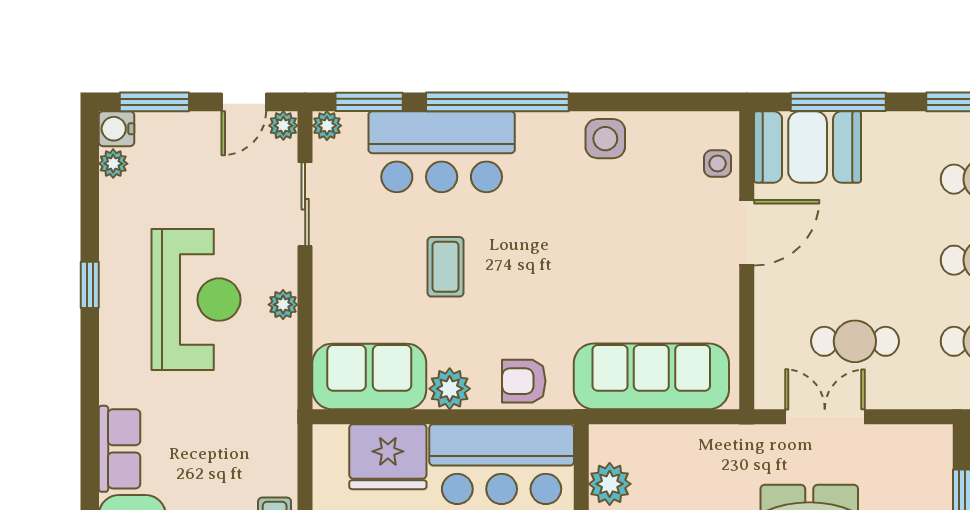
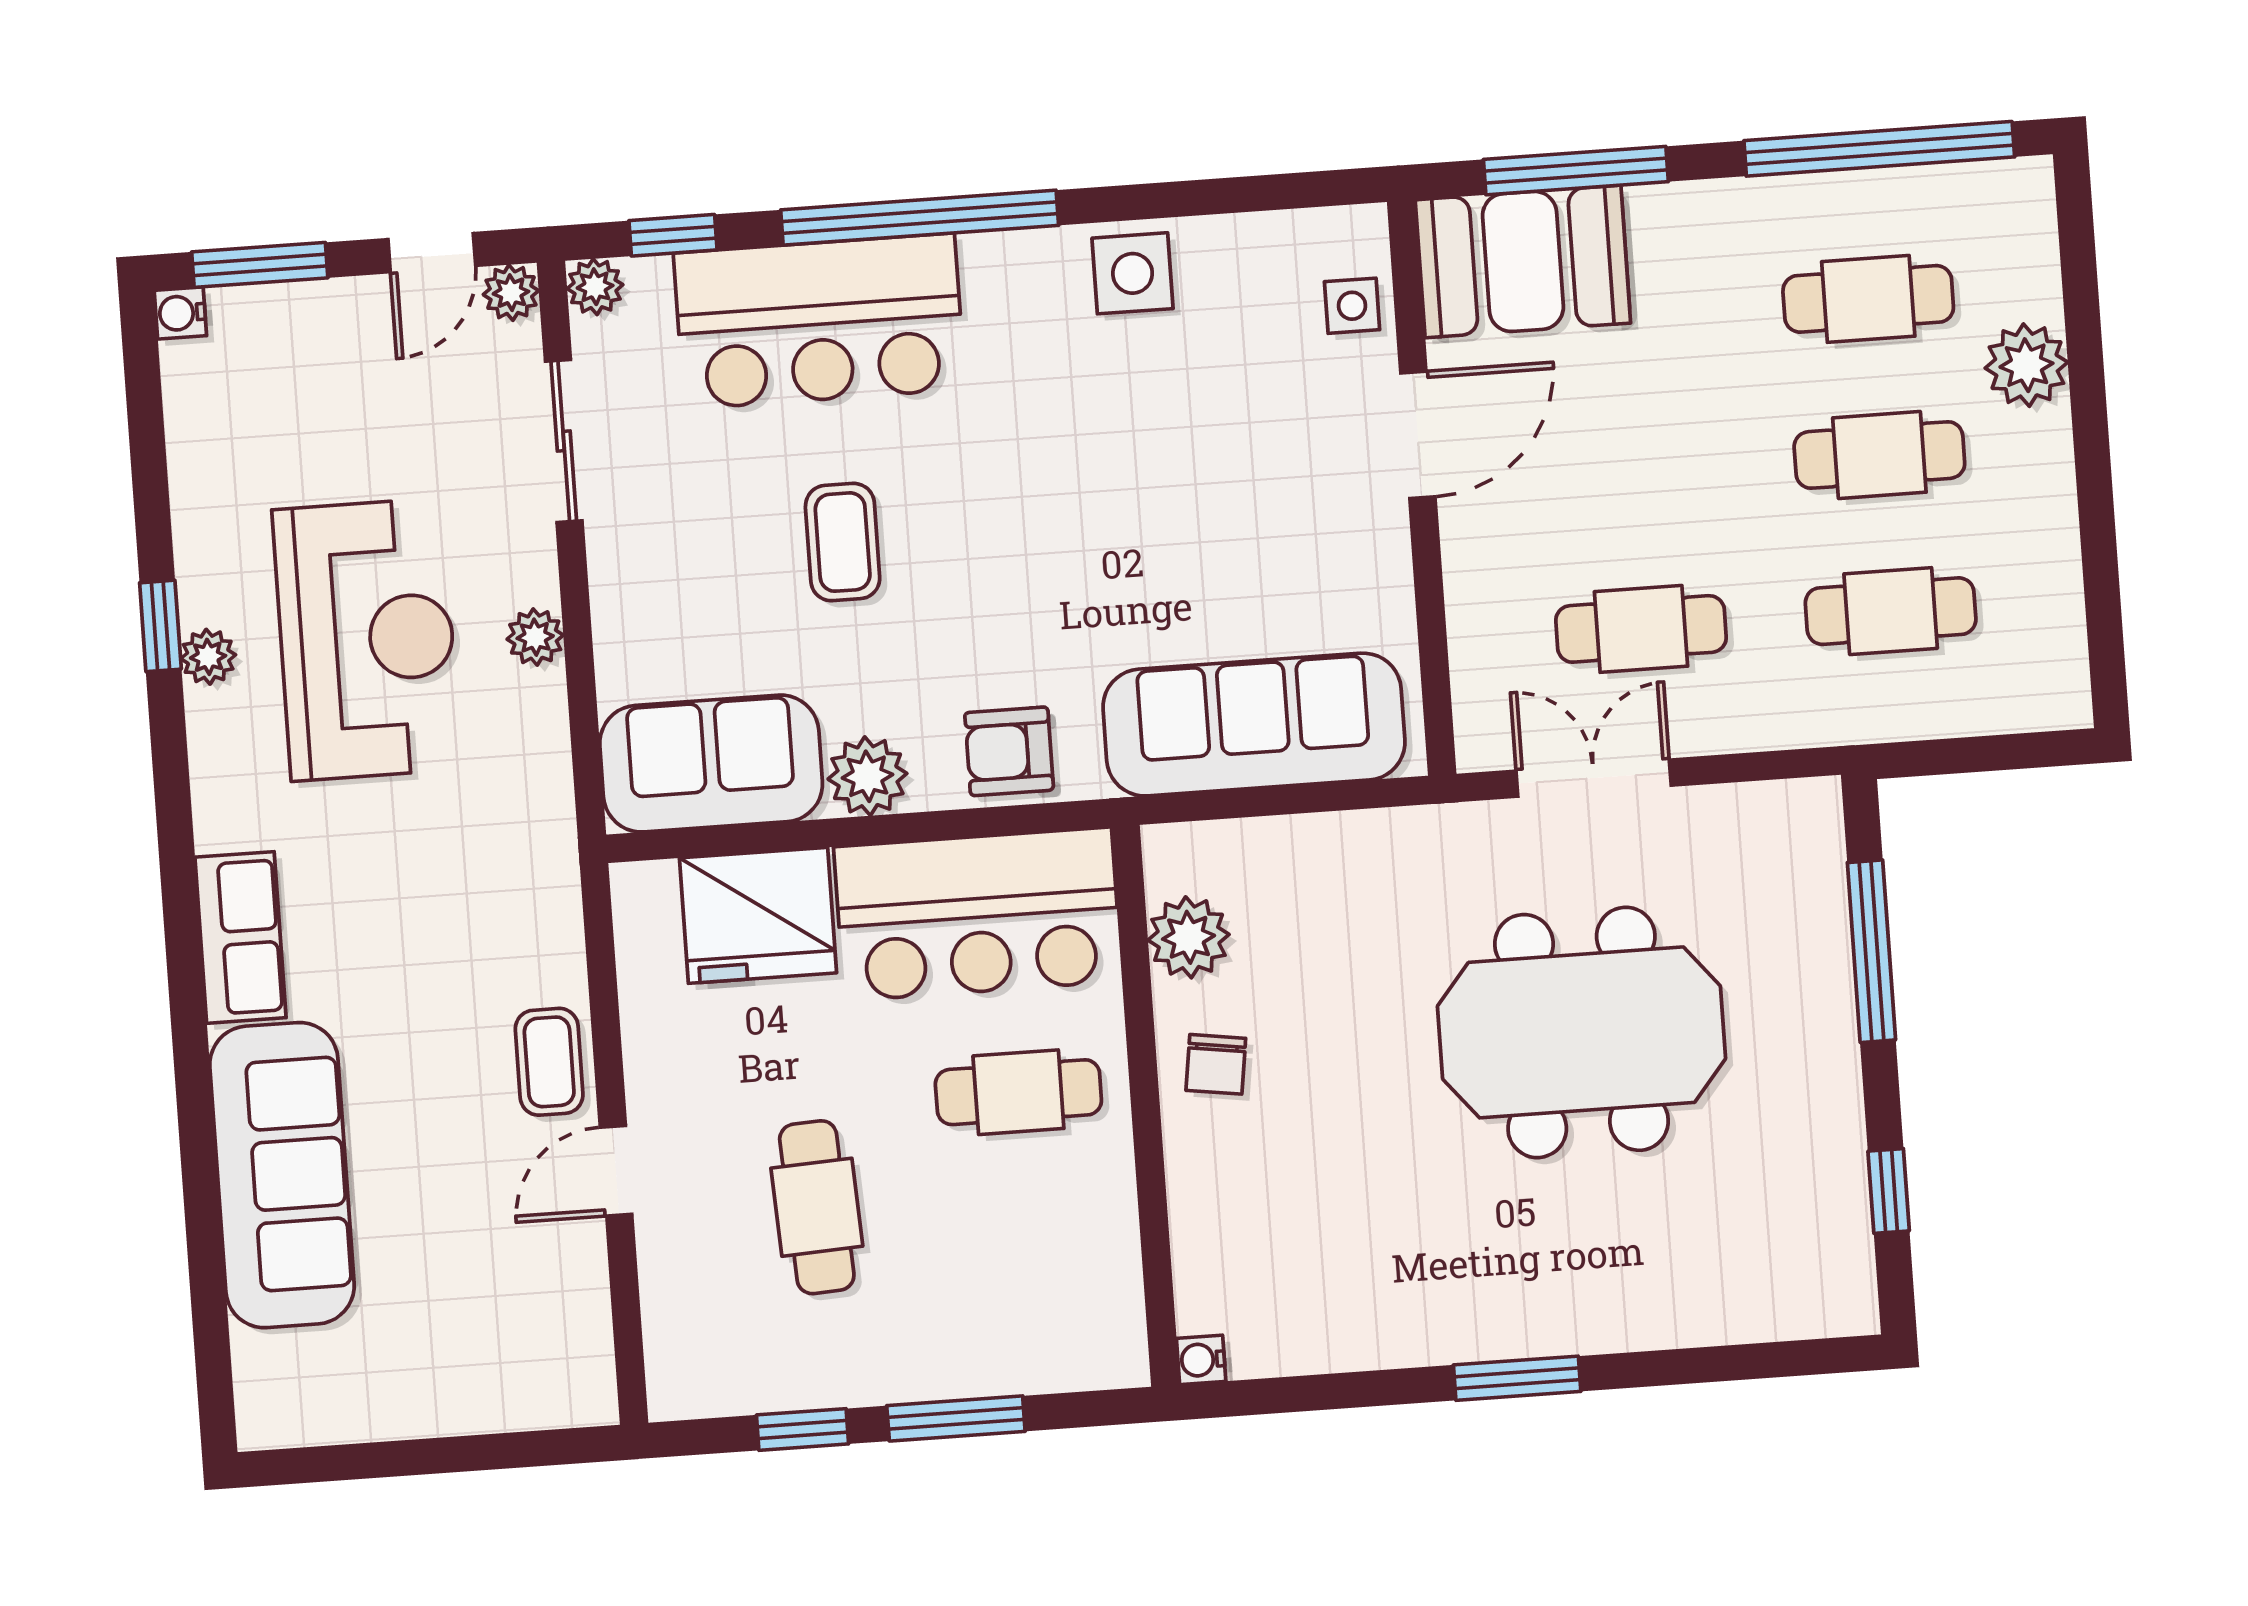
window: (369, 102) -> (673, 235), width x0.67
water cooler: (117, 129) -> (180, 313), width x0.72, depth x0.72
plant: (113, 164) -> (208, 657), moved

